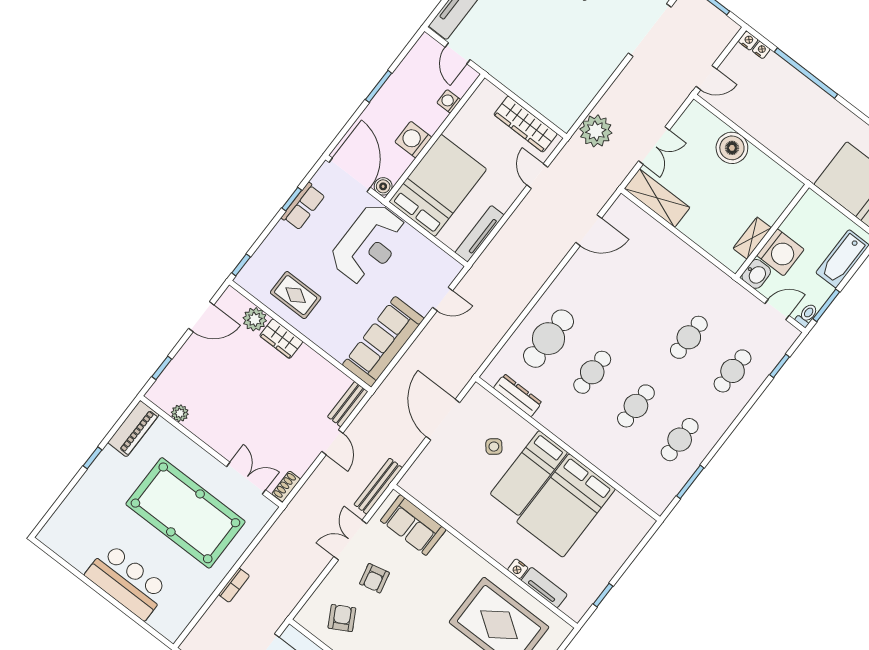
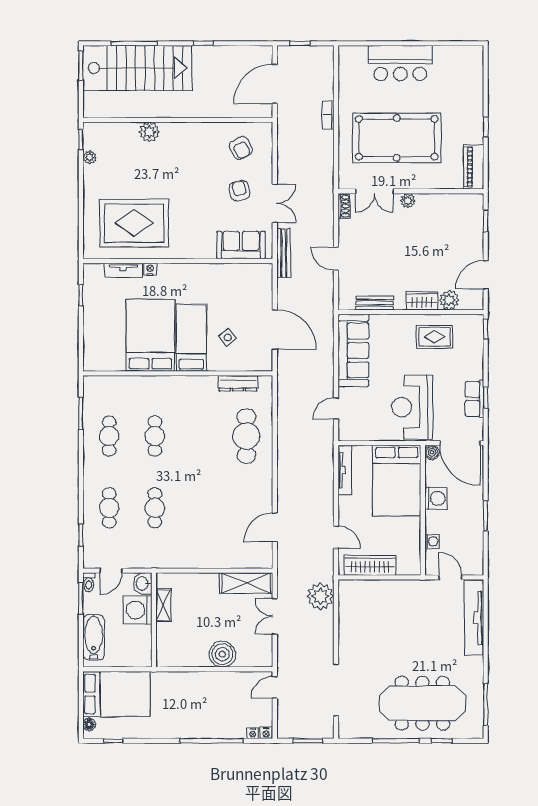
cafe table: (592, 372) -> (201, 436), removed
bench: (348, 404) -> (375, 303), moved, turned 90
plant: (180, 413) -> (408, 201), moved

